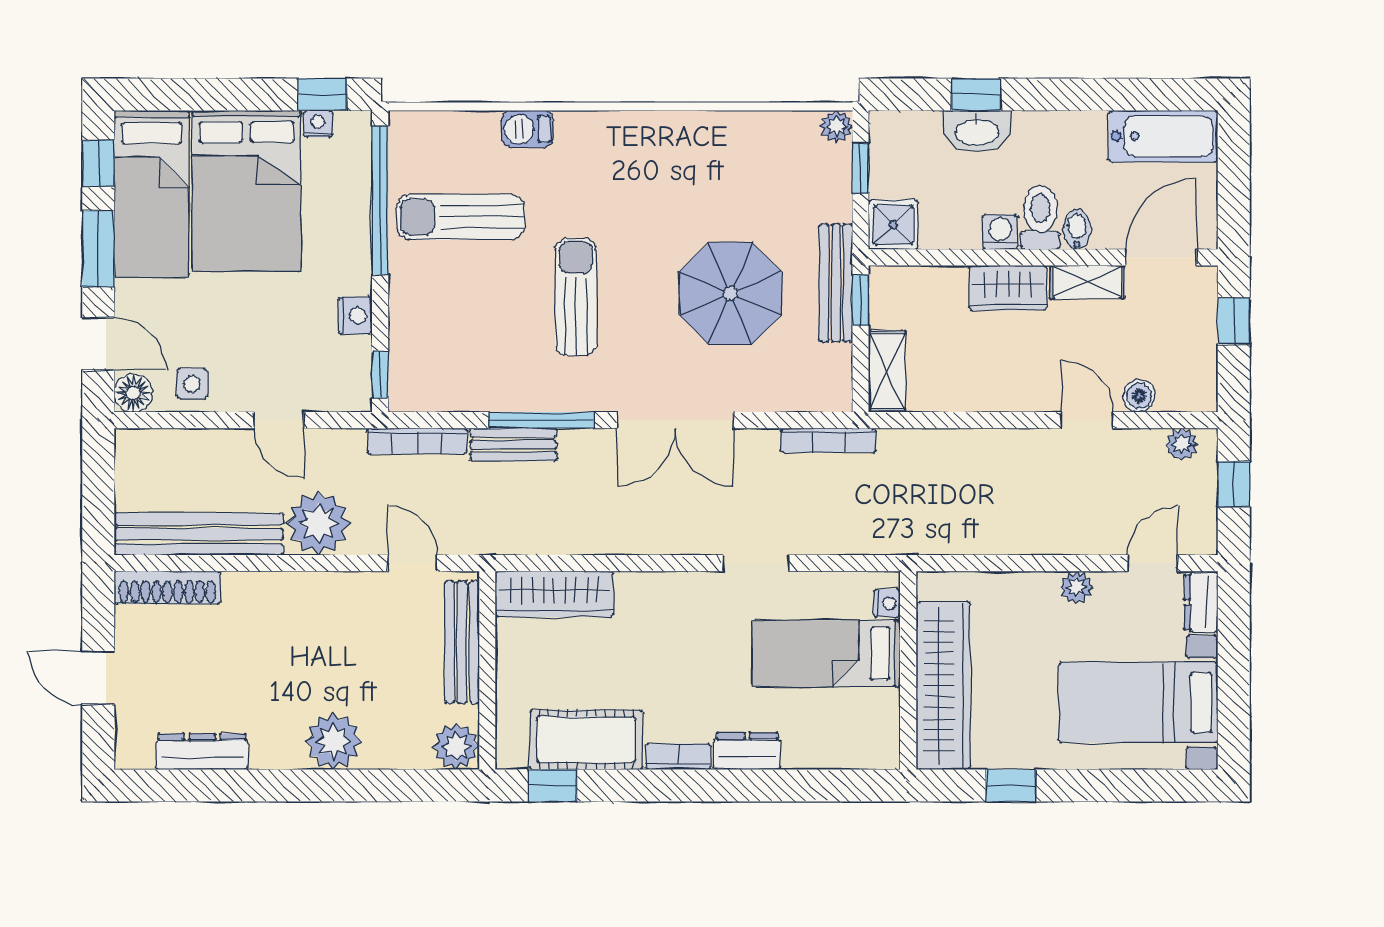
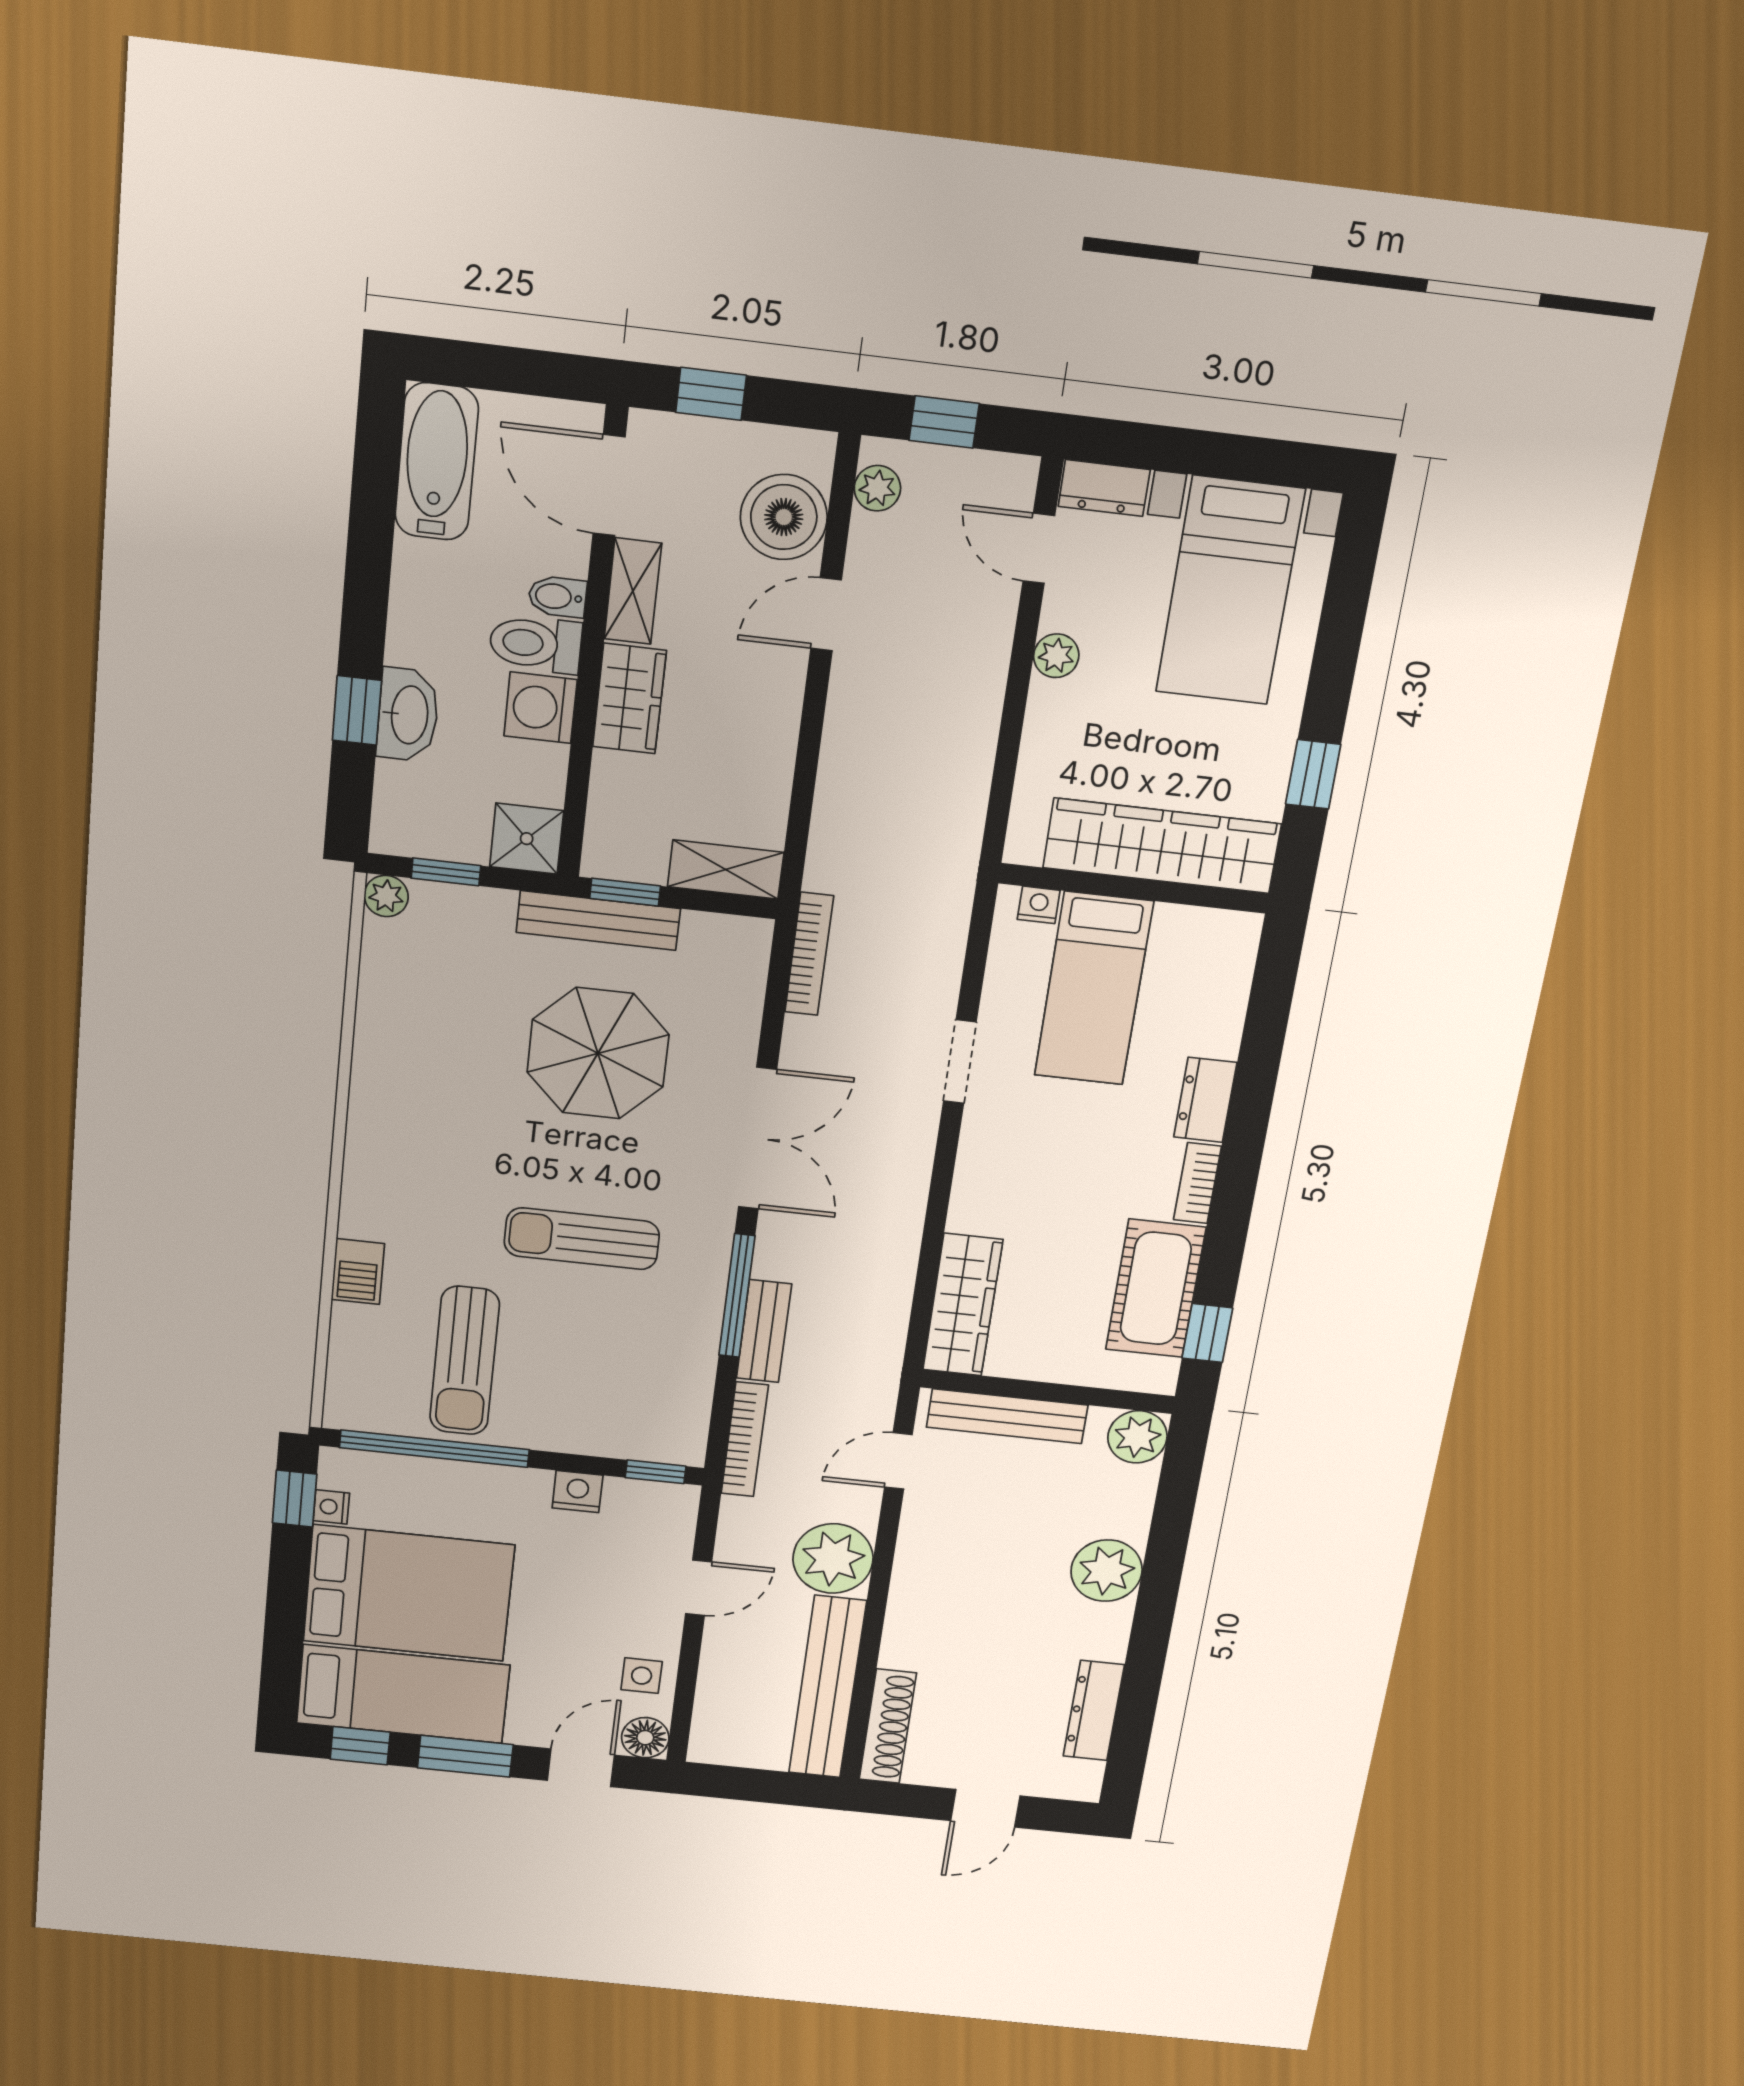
washing machine: (1000, 232) -> (541, 708), width x1.38, depth x1.38
boiler: (1139, 396) -> (784, 517), width x1.86, depth x1.86

